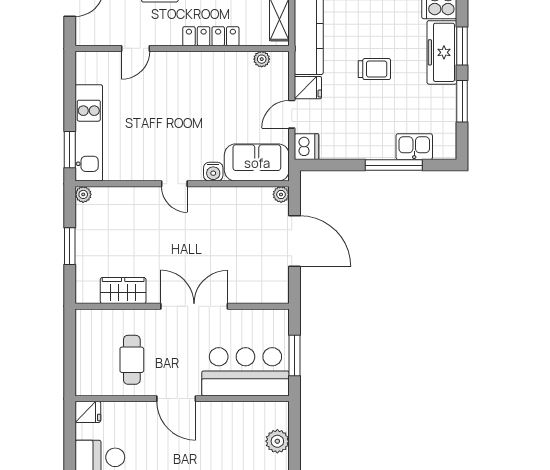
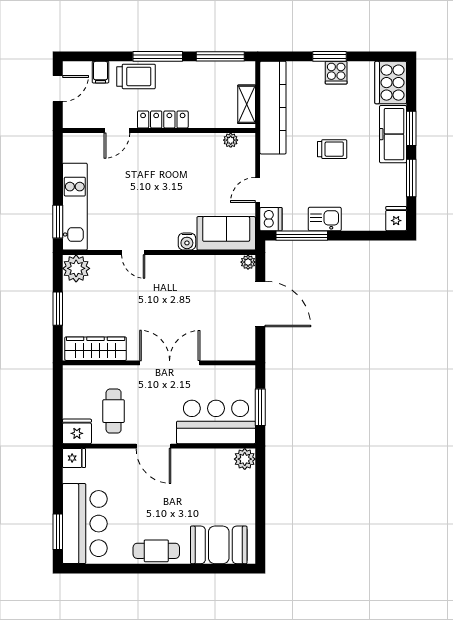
locker: (211, 36) -> (163, 119), moved
fridge: (308, 88) -> (396, 219), moved, turned -90
kitchen sink: (414, 147) -> (325, 219), moved
window: (394, 165) -> (302, 236), moved
door: (174, 184) -> (133, 252), moved
plant: (83, 194) -> (76, 268), width x1.88, depth x1.88
wardrobe: (123, 291) -> (96, 349), width x1.50
fridge: (91, 382) -> (77, 431), added
plant: (277, 441) -> (245, 459), moved

